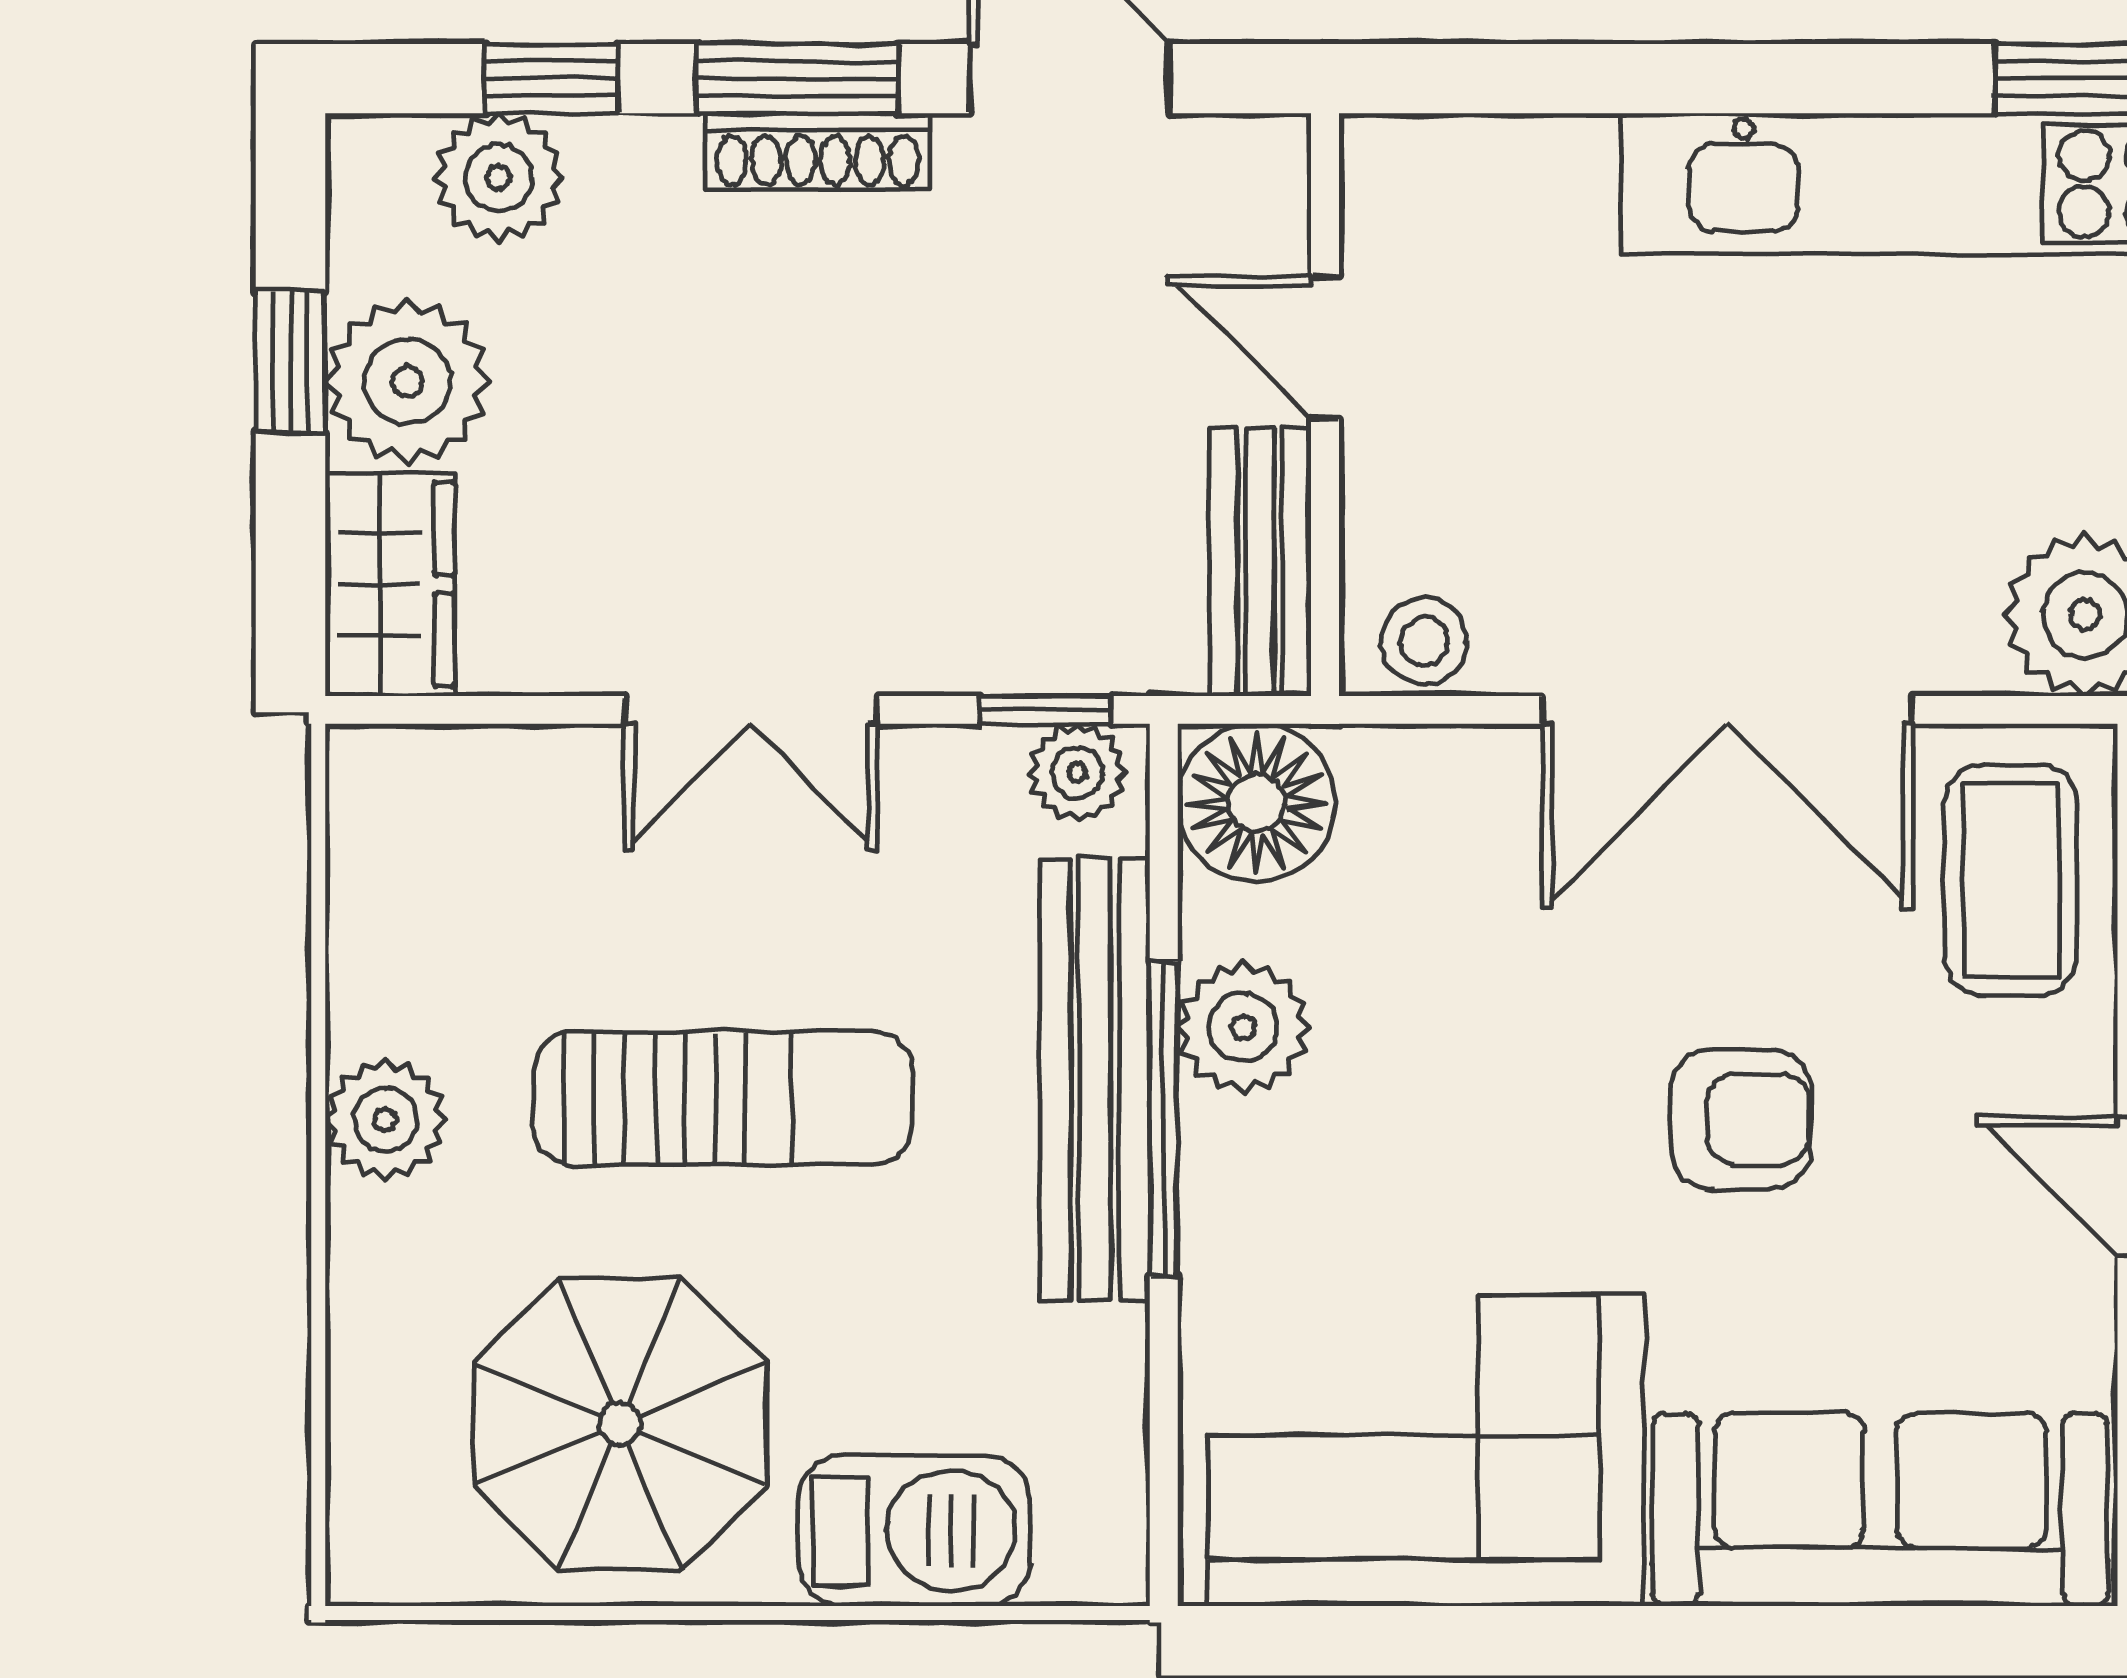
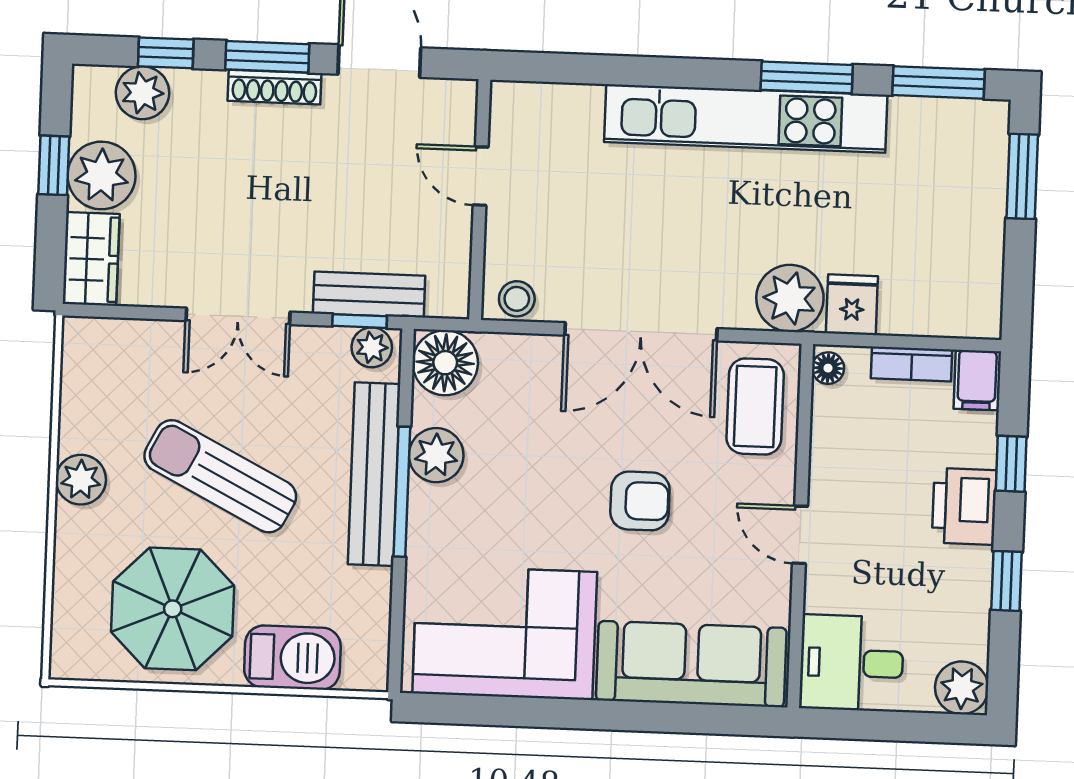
bench: (1260, 562) -> (369, 295), moved, turned 90
sun lounger: (723, 1098) -> (220, 476), turned -153

